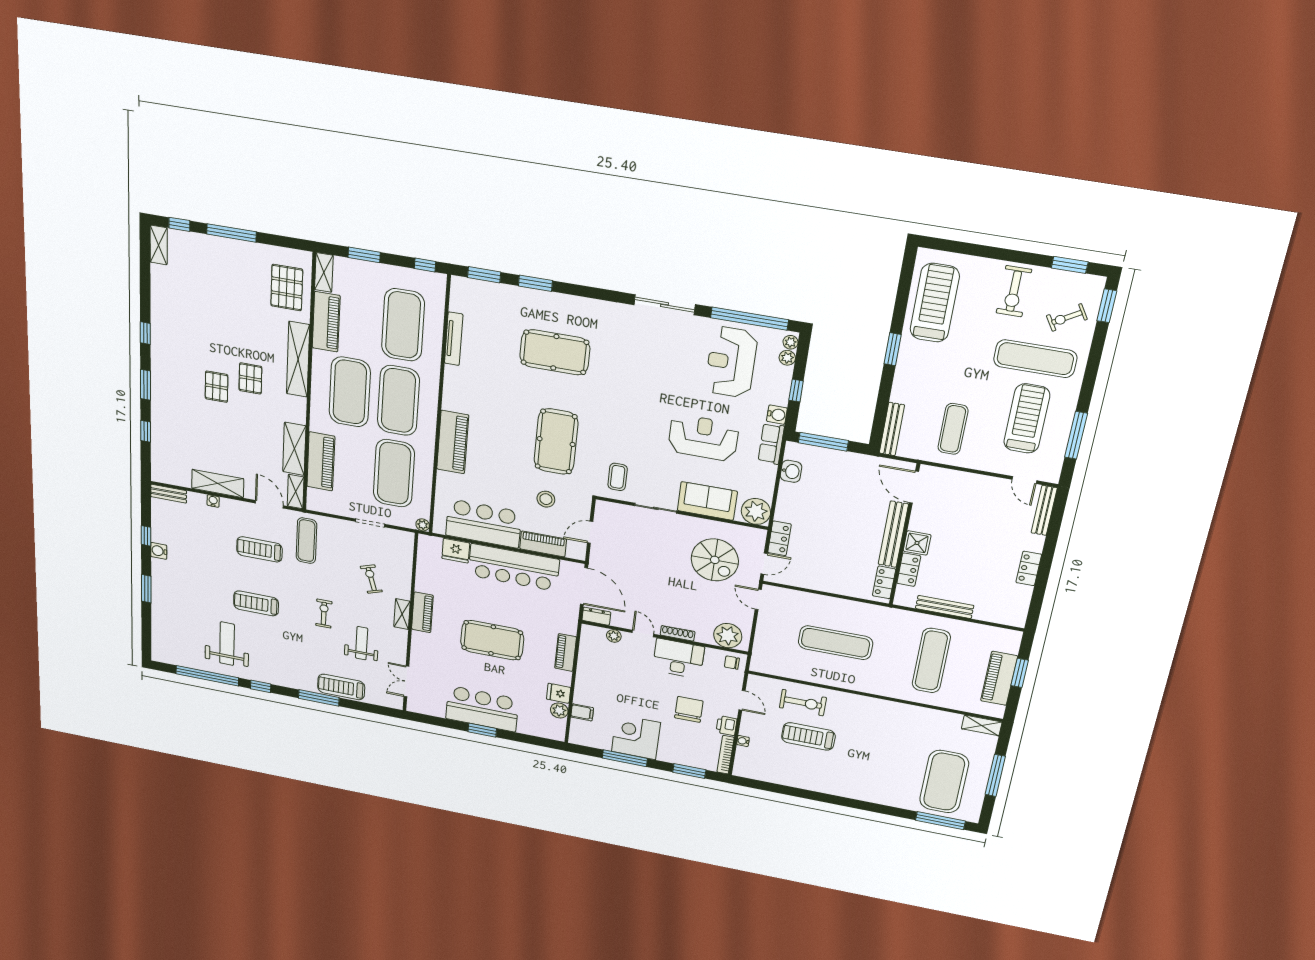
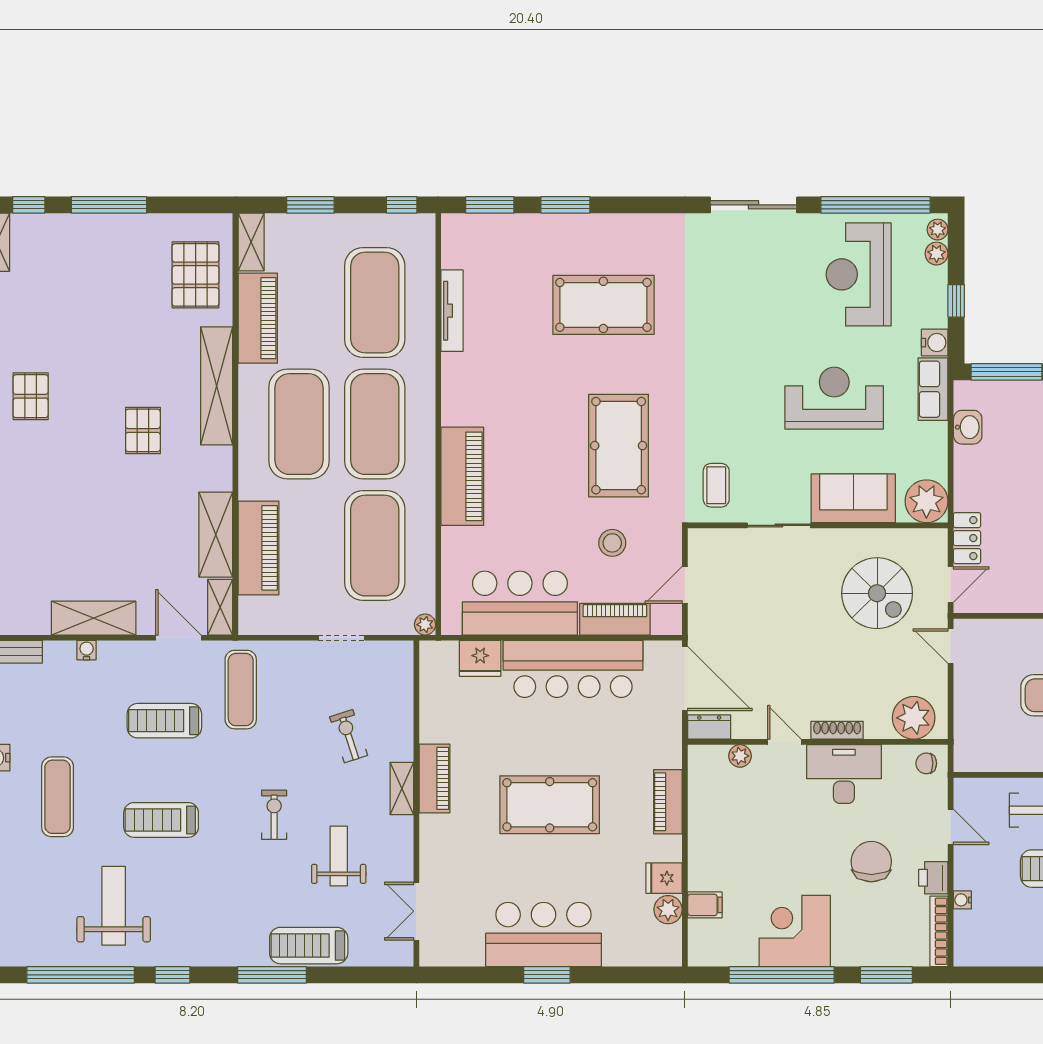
pallet: (217, 387) -> (31, 396), moved
exercise mat: (195, 579) -> (58, 797), added
window: (625, 758) -> (782, 975), width x1.46

